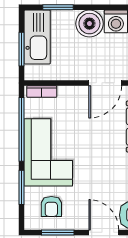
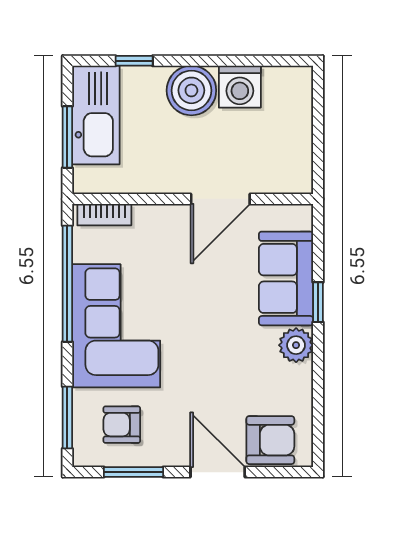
window: (58, 7) -> (134, 61), width x0.67
window: (22, 187) -> (67, 417), moved
armchair: (51, 207) -> (122, 425), turned 90

